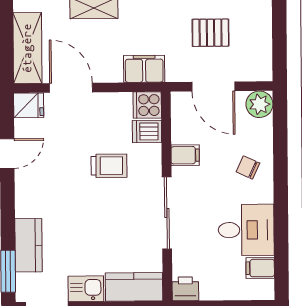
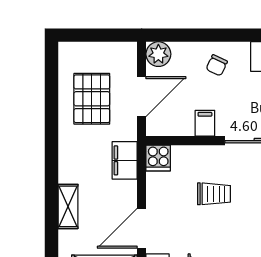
pallet: (211, 33) -> (92, 99), width x1.50, depth x1.42
dishwasher: (147, 131) -> (183, 158), removed
trolley: (109, 166) -> (214, 194), turned 90

